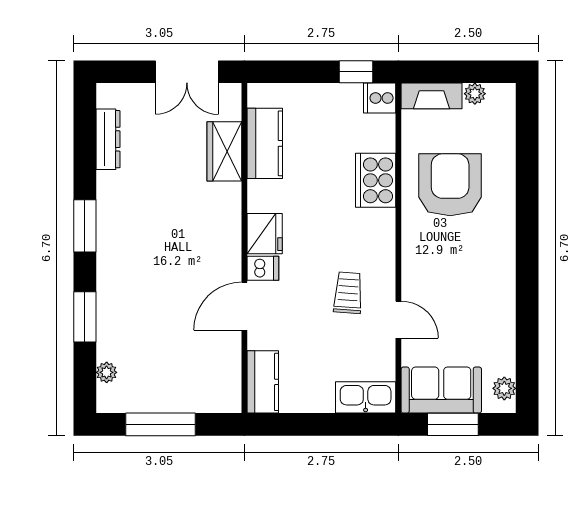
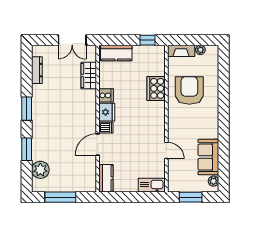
cooker: (380, 98) -> (106, 95), moved, turned 180
kitchen counter: (265, 143) -> (116, 53), moved, turned 90
trolley: (348, 293) -> (144, 138), removed
plant: (107, 372) -> (40, 170), width x1.88, depth x1.88
sofa: (441, 390) -> (208, 157), moved, turned -90

